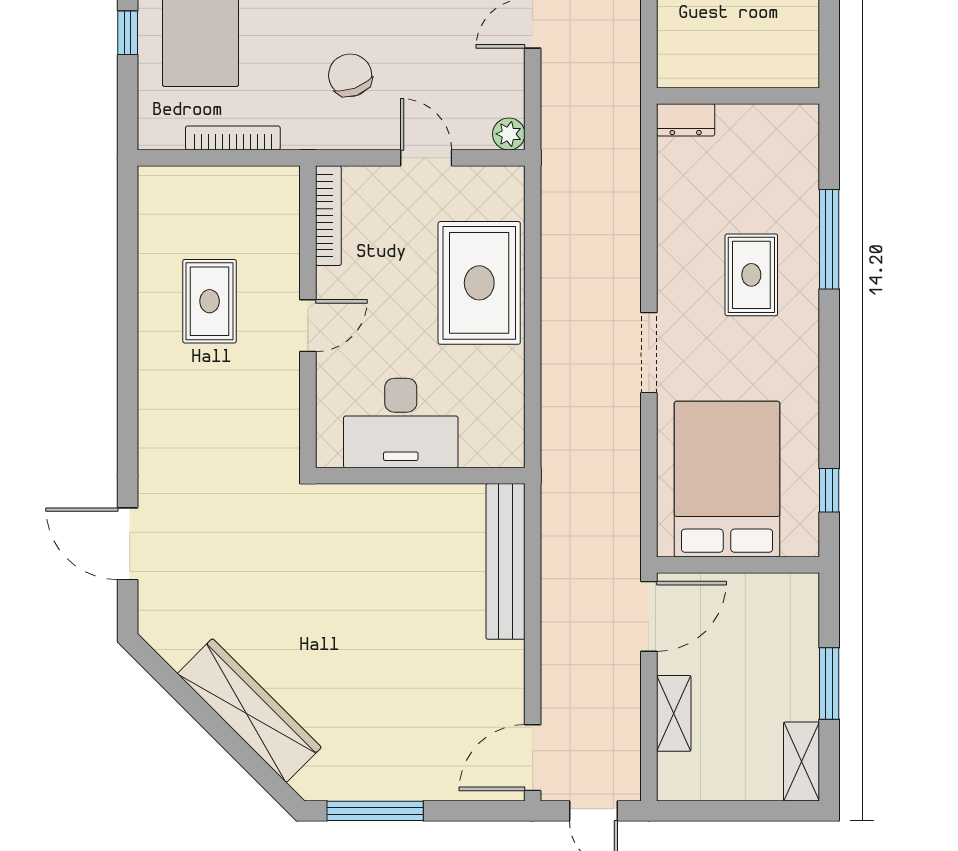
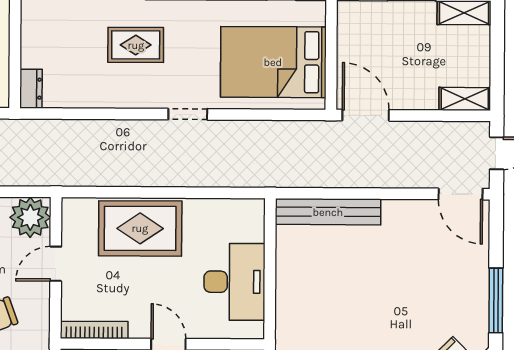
plant: (509, 134) -> (30, 217), width x1.87, depth x1.87
doorway: (649, 353) -> (188, 114), width x0.73
shelving: (674, 713) -> (465, 99), moved

